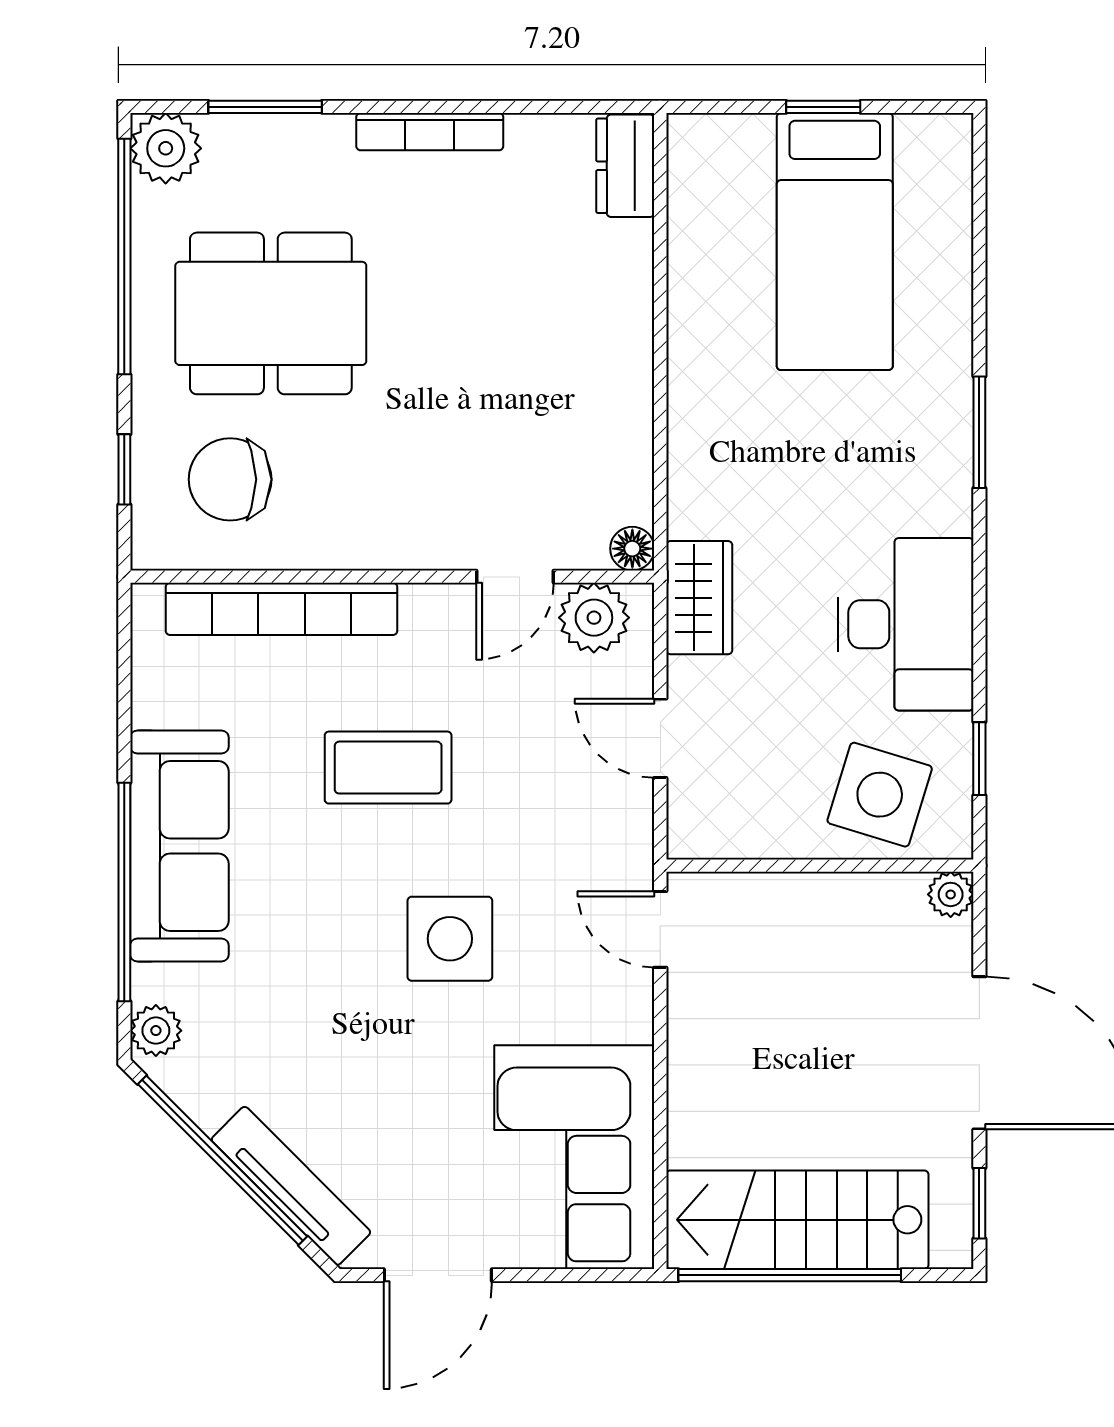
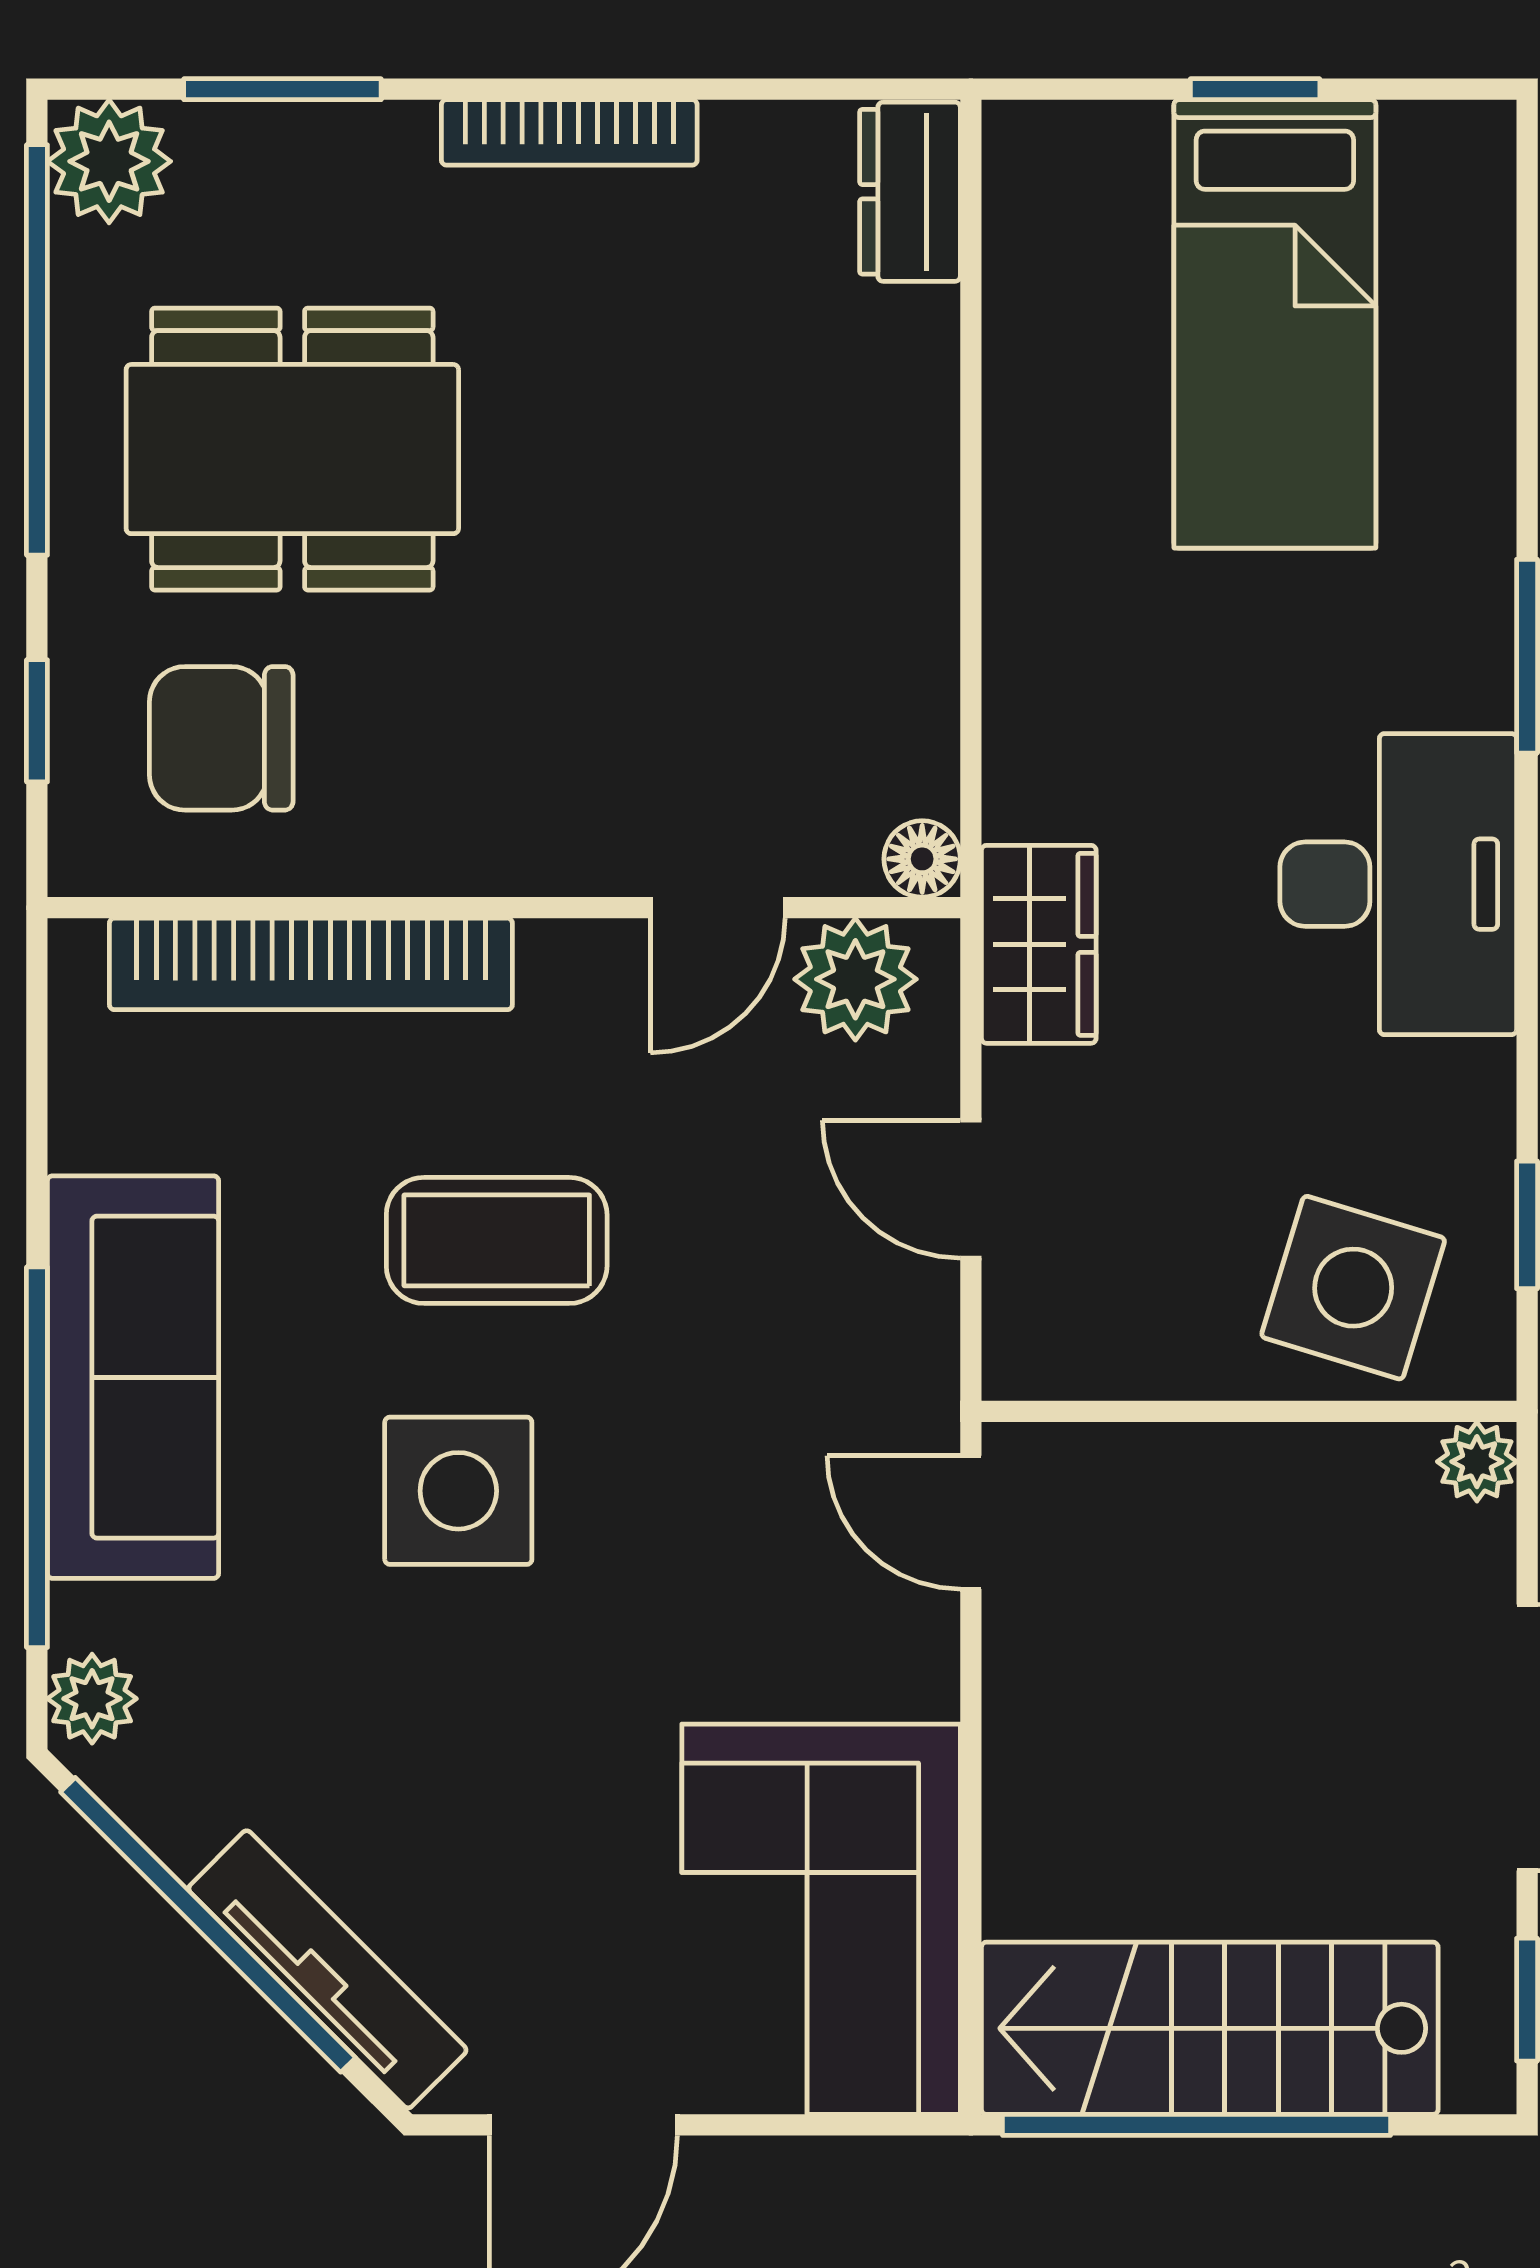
desk: (905, 624) -> (1398, 884), moved
side table: (450, 939) -> (458, 1491), moved

